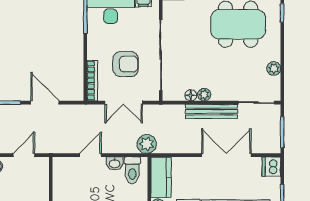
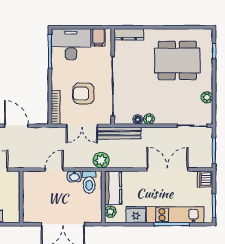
armchair: (126, 64) -> (83, 94), turned 180
bench: (211, 112) -> (119, 133), moved

